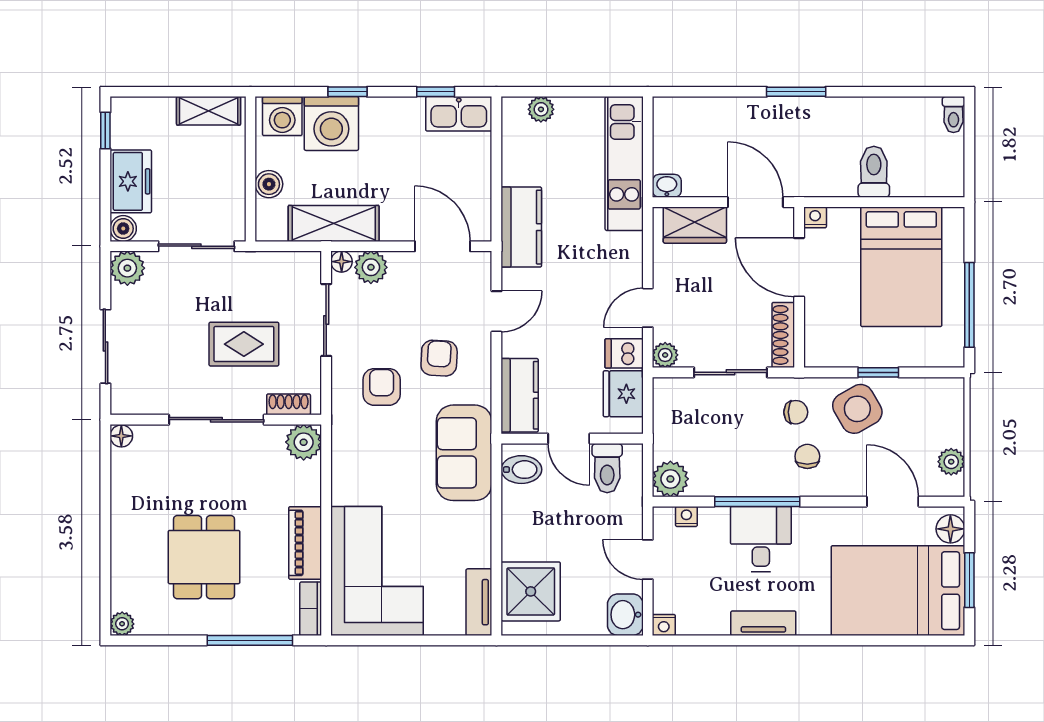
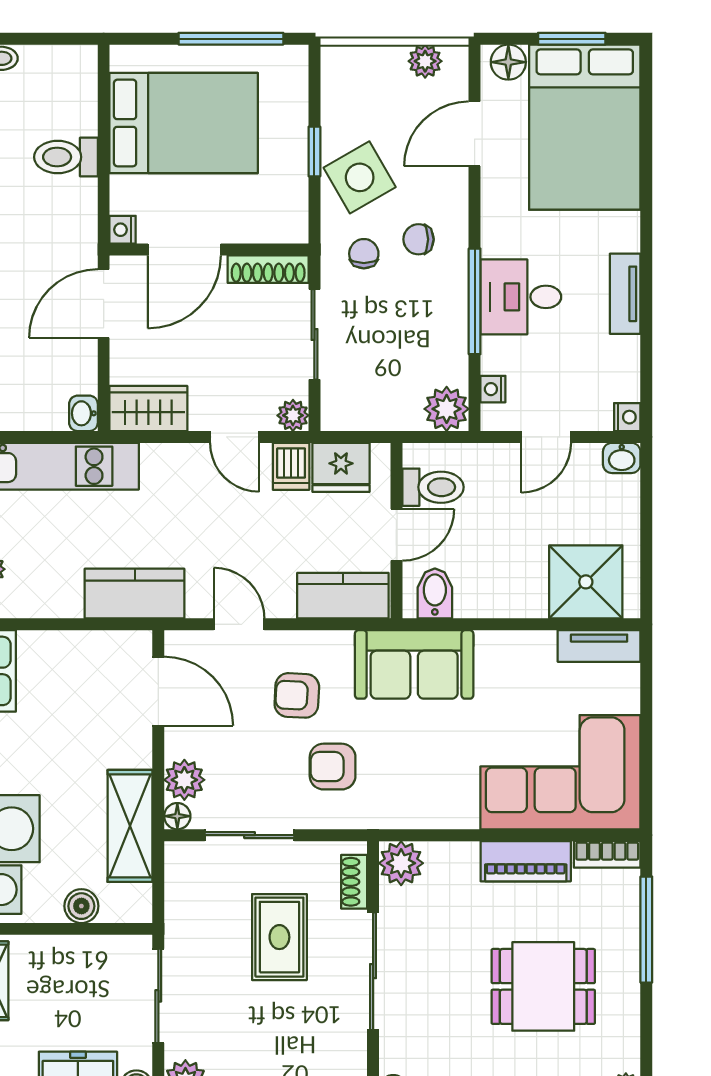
wardrobe: (695, 225) -> (148, 409), moved, turned -90
door: (442, 246) -> (158, 691), swing flipped
washbasin: (625, 615) -> (622, 458), width x0.72, depth x0.69

